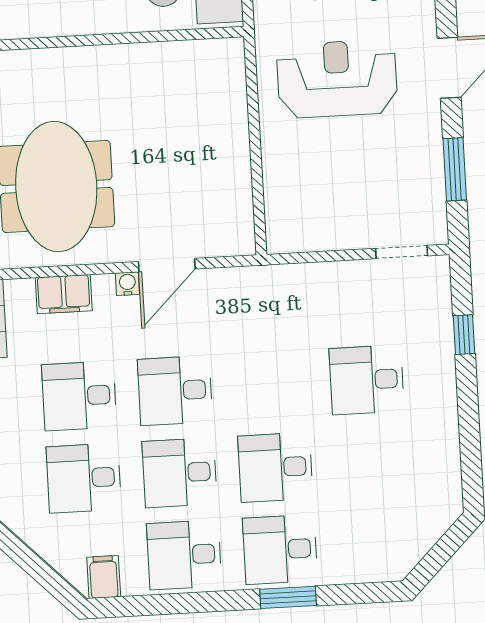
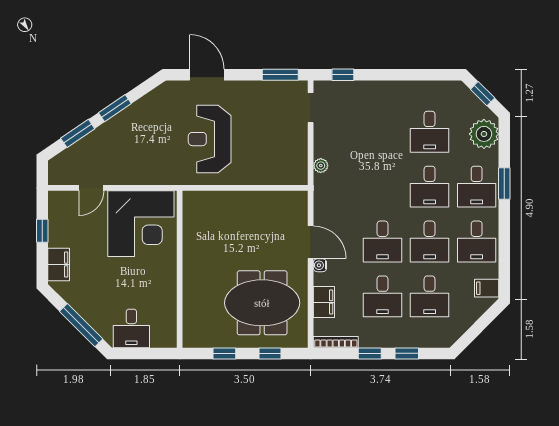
window: (455, 169) -> (280, 75), moved
plant: (302, 275) -> (321, 166), added
window: (464, 335) -> (343, 75), moved
desk: (367, 380) -> (430, 132), moved
window: (443, 551) -> (483, 94), added
plant: (373, 557) -> (484, 134), added

